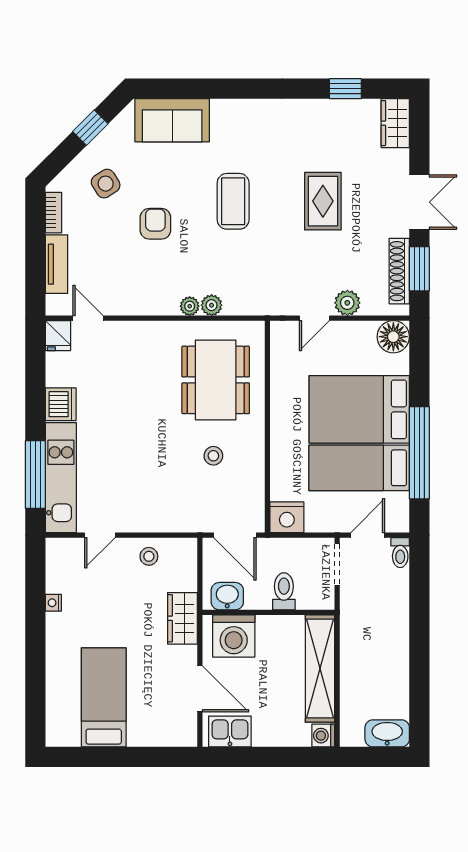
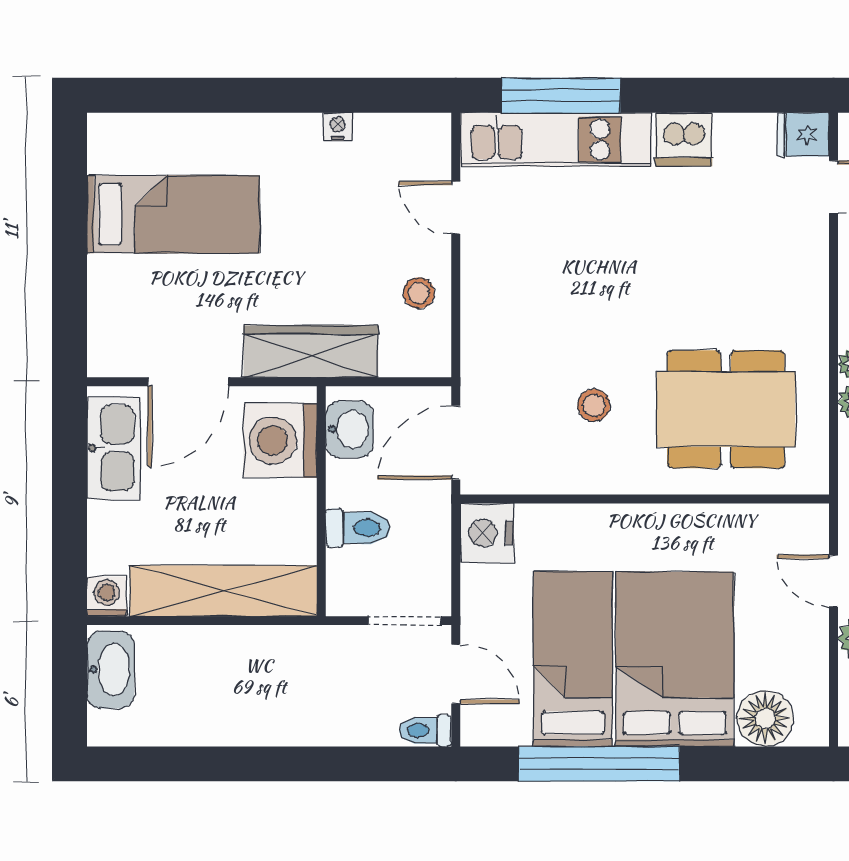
floor lamp: (393, 337) -> (765, 718), moved
wardrobe: (183, 618) -> (311, 351), width x1.50
kitchen sink: (230, 732) -> (114, 448), width x1.38
washbasin: (387, 733) -> (110, 670), moved

